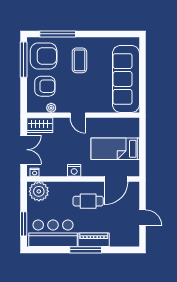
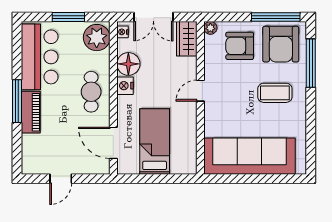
armchair: (45, 86) -> (240, 46), turned 90
plant: (51, 108) -> (210, 28), moved
floor lamp: (58, 168) -> (128, 64), added
cafe table: (88, 201) -> (91, 92), moved
window: (24, 224) -> (68, 17), moved

